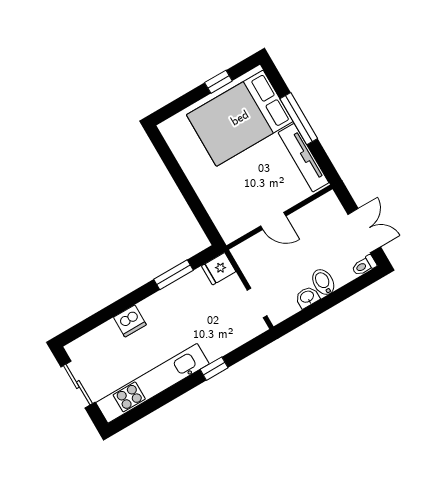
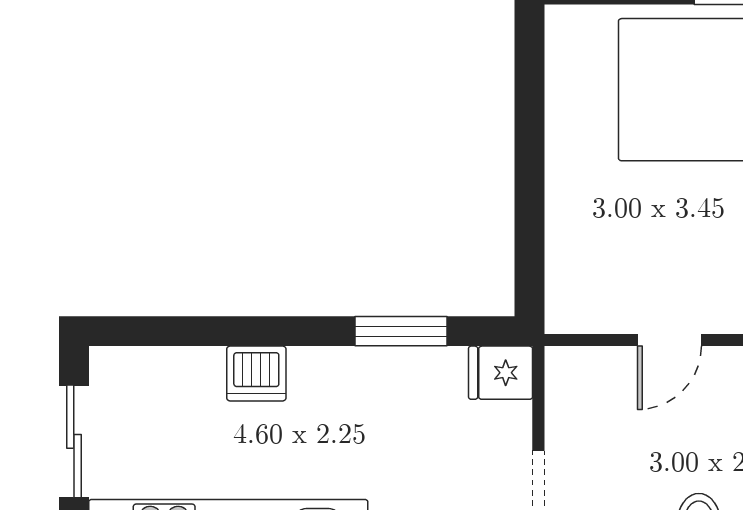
door: (273, 221) -> (669, 340), hinge flipped

